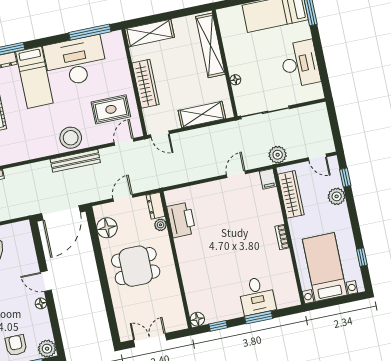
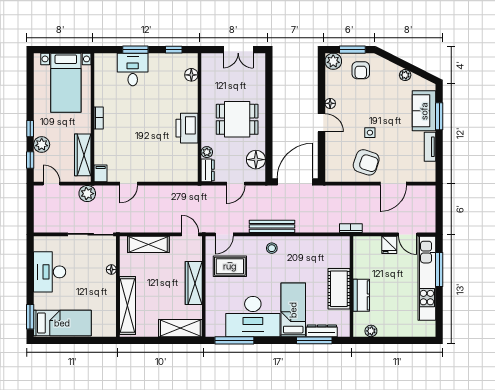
stool: (71, 138) -> (272, 248), width x0.53, depth x0.53
printer: (181, 220) -> (187, 128), moved
window: (362, 257) -> (30, 129), moved
floor lamp: (197, 319) -> (191, 75), moved

